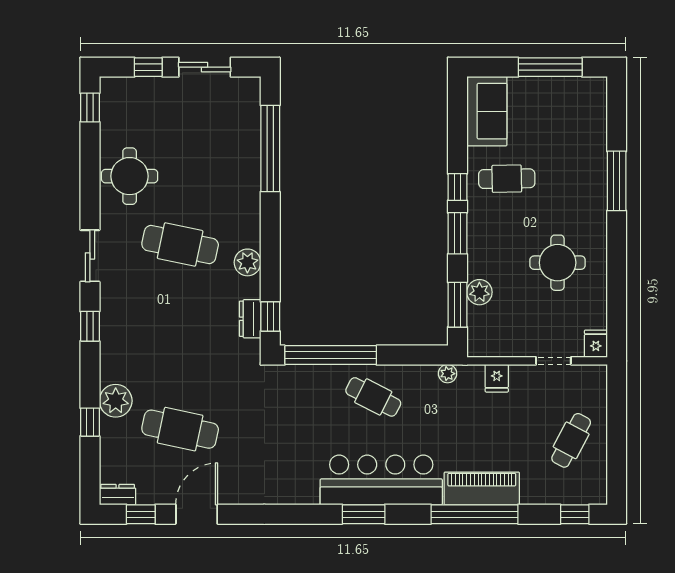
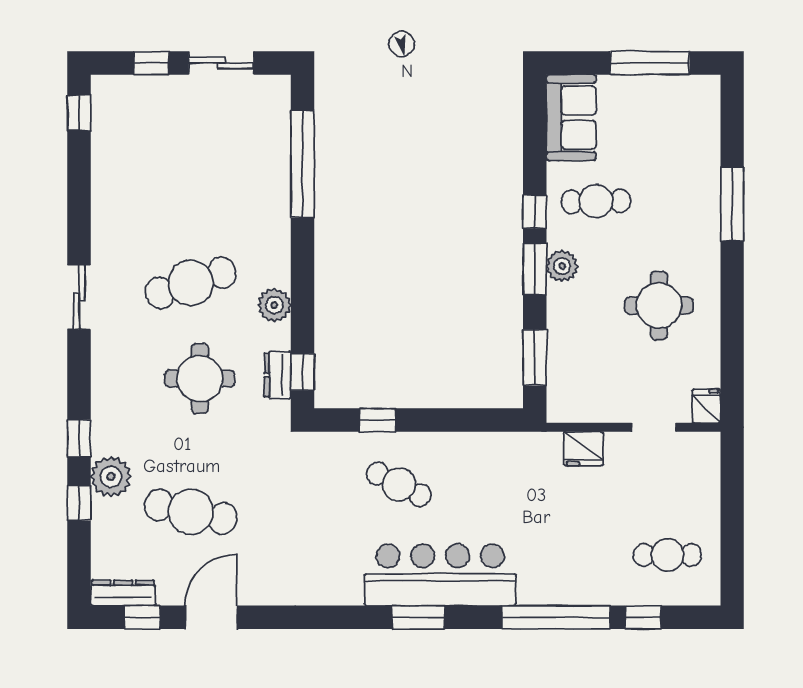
round table: (130, 176) -> (200, 379), moved
cafe table: (180, 244) -> (191, 283), turned -30
plant: (479, 292) -> (562, 266), moved
window: (90, 326) -> (79, 438), moved
window: (331, 355) -> (377, 420), width x0.32
plant: (448, 374) -> (522, 443), removed
fridge: (497, 378) -> (583, 449), width x1.38
cafe table: (373, 397) -> (399, 485), moved
cafe table: (571, 440) -> (668, 555), moved, turned 62
piano: (482, 488) -> (565, 585), removed
dresser: (118, 495) -> (123, 593), width x1.44
window: (575, 514) -> (643, 617), moved

